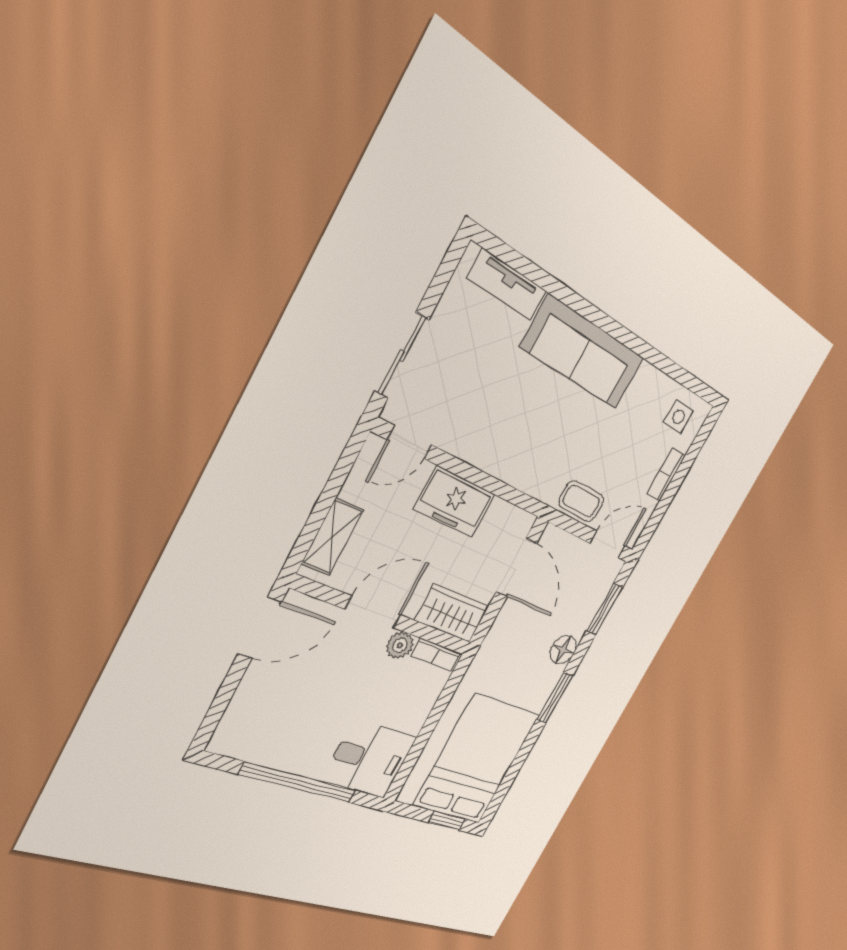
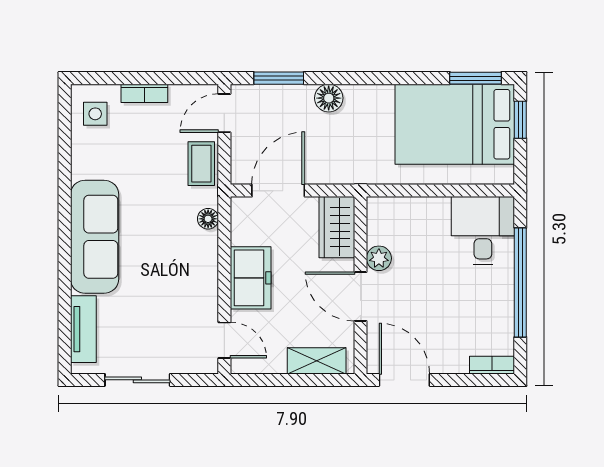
sliding door: (402, 355) -> (137, 380), moved
floor lamp: (532, 484) -> (208, 219), added
door: (608, 545) -> (224, 113), hinge flipped
bookcase: (436, 655) -> (492, 365), moved, turned -90
window: (555, 698) -> (476, 78), moved

